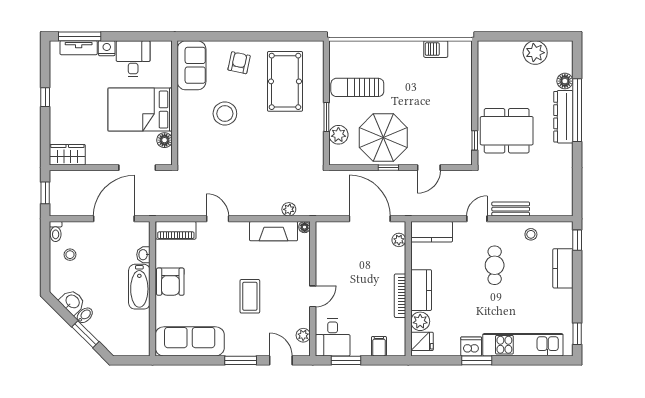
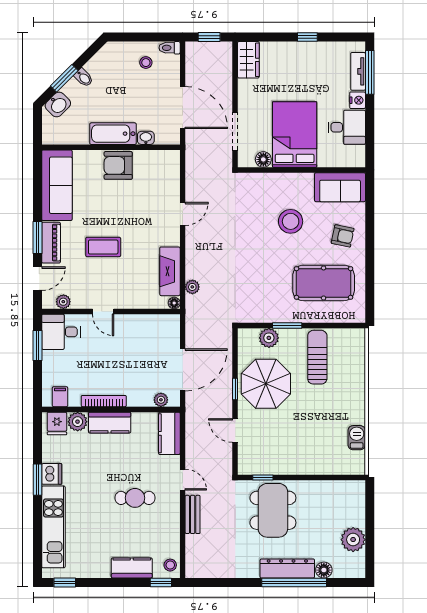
piano: (176, 230) -> (51, 243), moved, turned 180
stool: (531, 234) -> (170, 565), moved
washbasin: (72, 302) -> (58, 104), moved
filing cabinet: (379, 346) -> (60, 397), moved, turned -90

